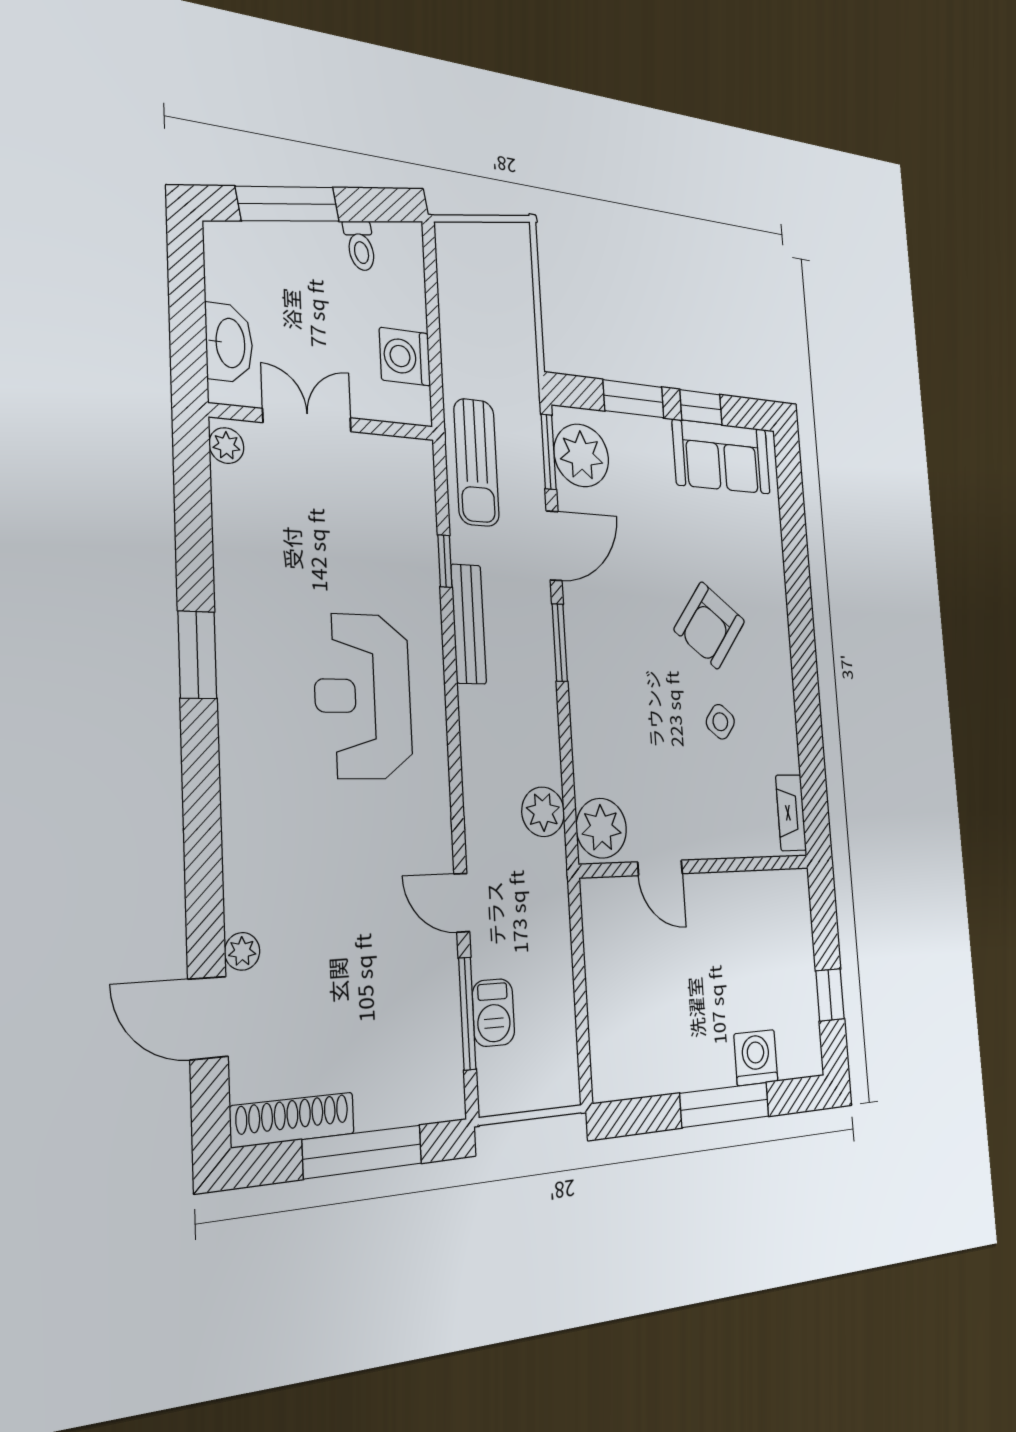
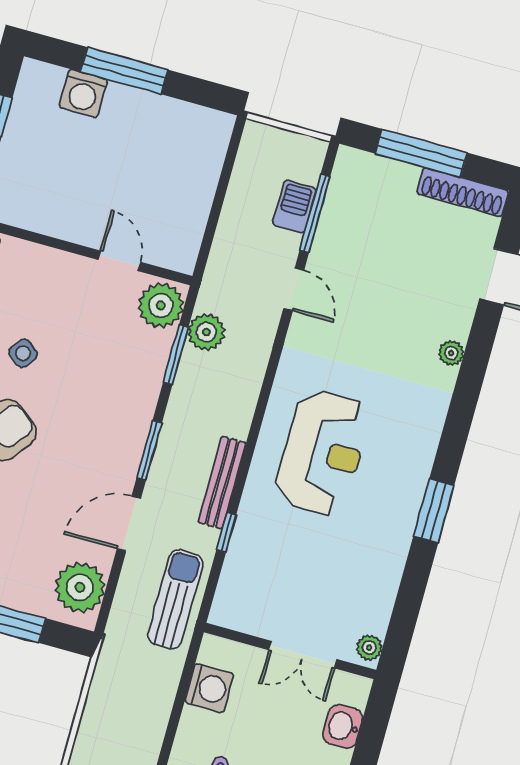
washbasin: (229, 343) -> (343, 726), width x0.72
window: (549, 452) -> (176, 355), moved
plant: (242, 951) -> (451, 353), moved

